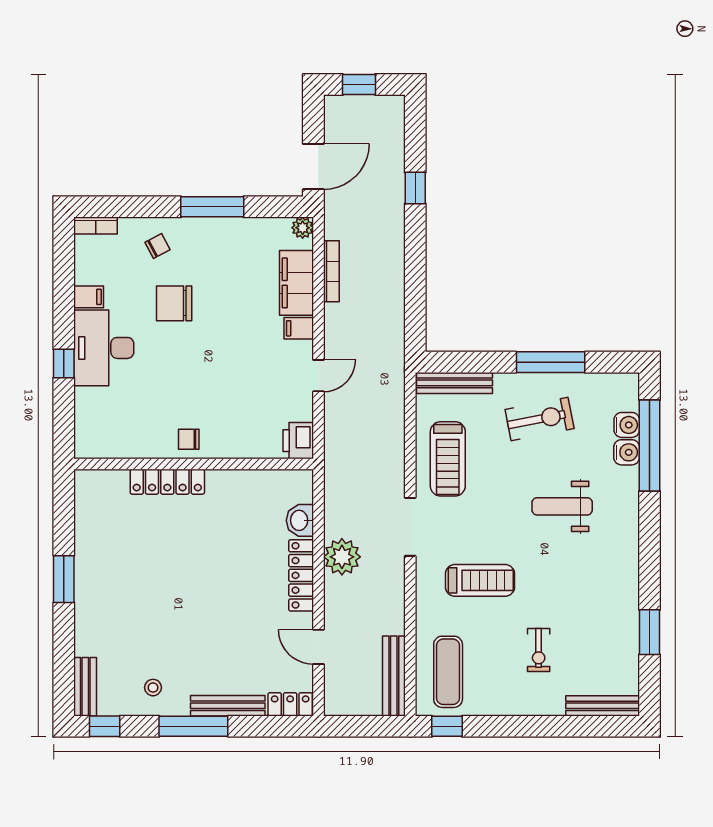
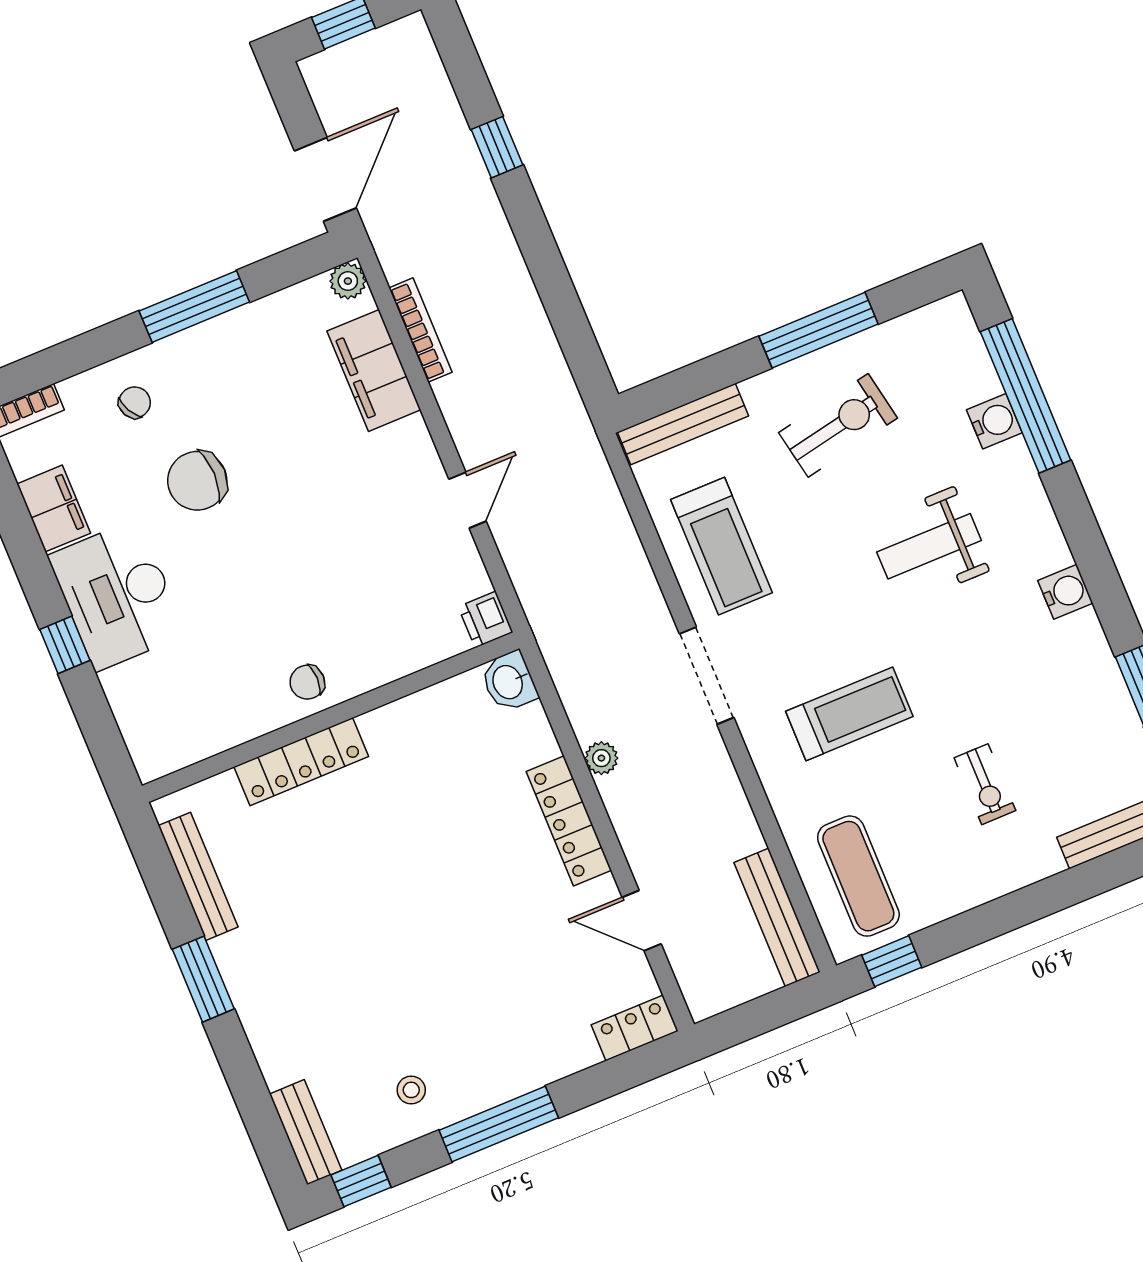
filing cabinet: (89, 297) -> (54, 509), width x2.00
filing cabinet: (299, 328) -> (407, 439), removed
water cooler: (627, 425) -> (1065, 592), moved
printer: (298, 441) -> (486, 619), width x0.73, depth x0.81
washbasin: (300, 520) -> (509, 682), moved
plant: (342, 557) -> (601, 758), width x0.53, depth x0.53
bench: (228, 706) -> (198, 876), moved, turned 90

